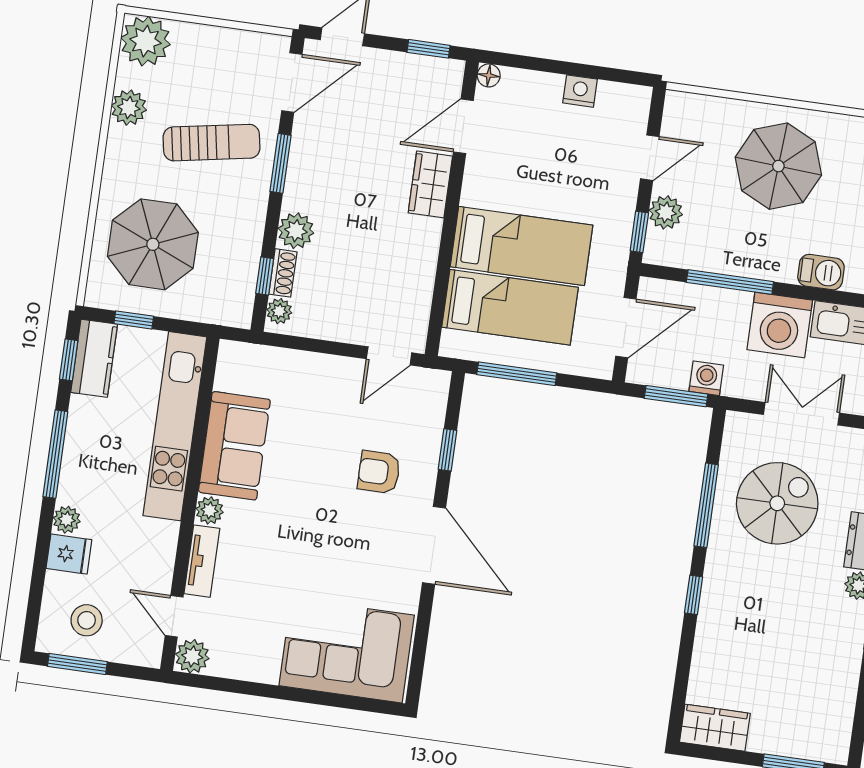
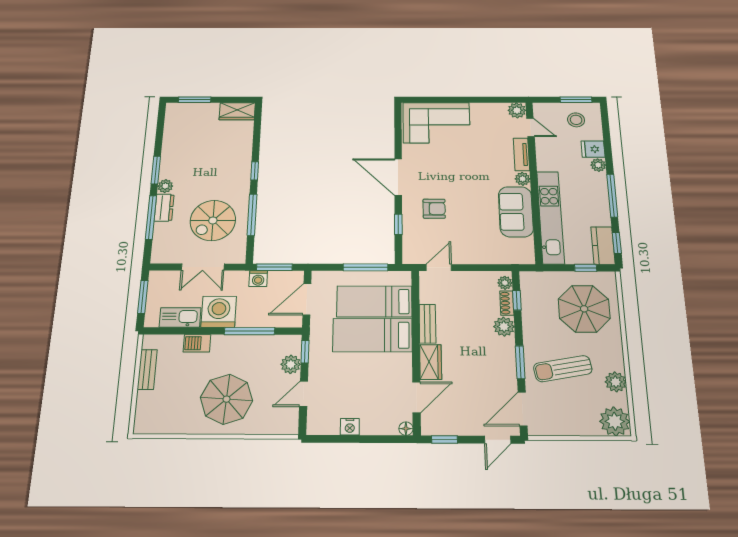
bench: (425, 254) -> (427, 324), added

